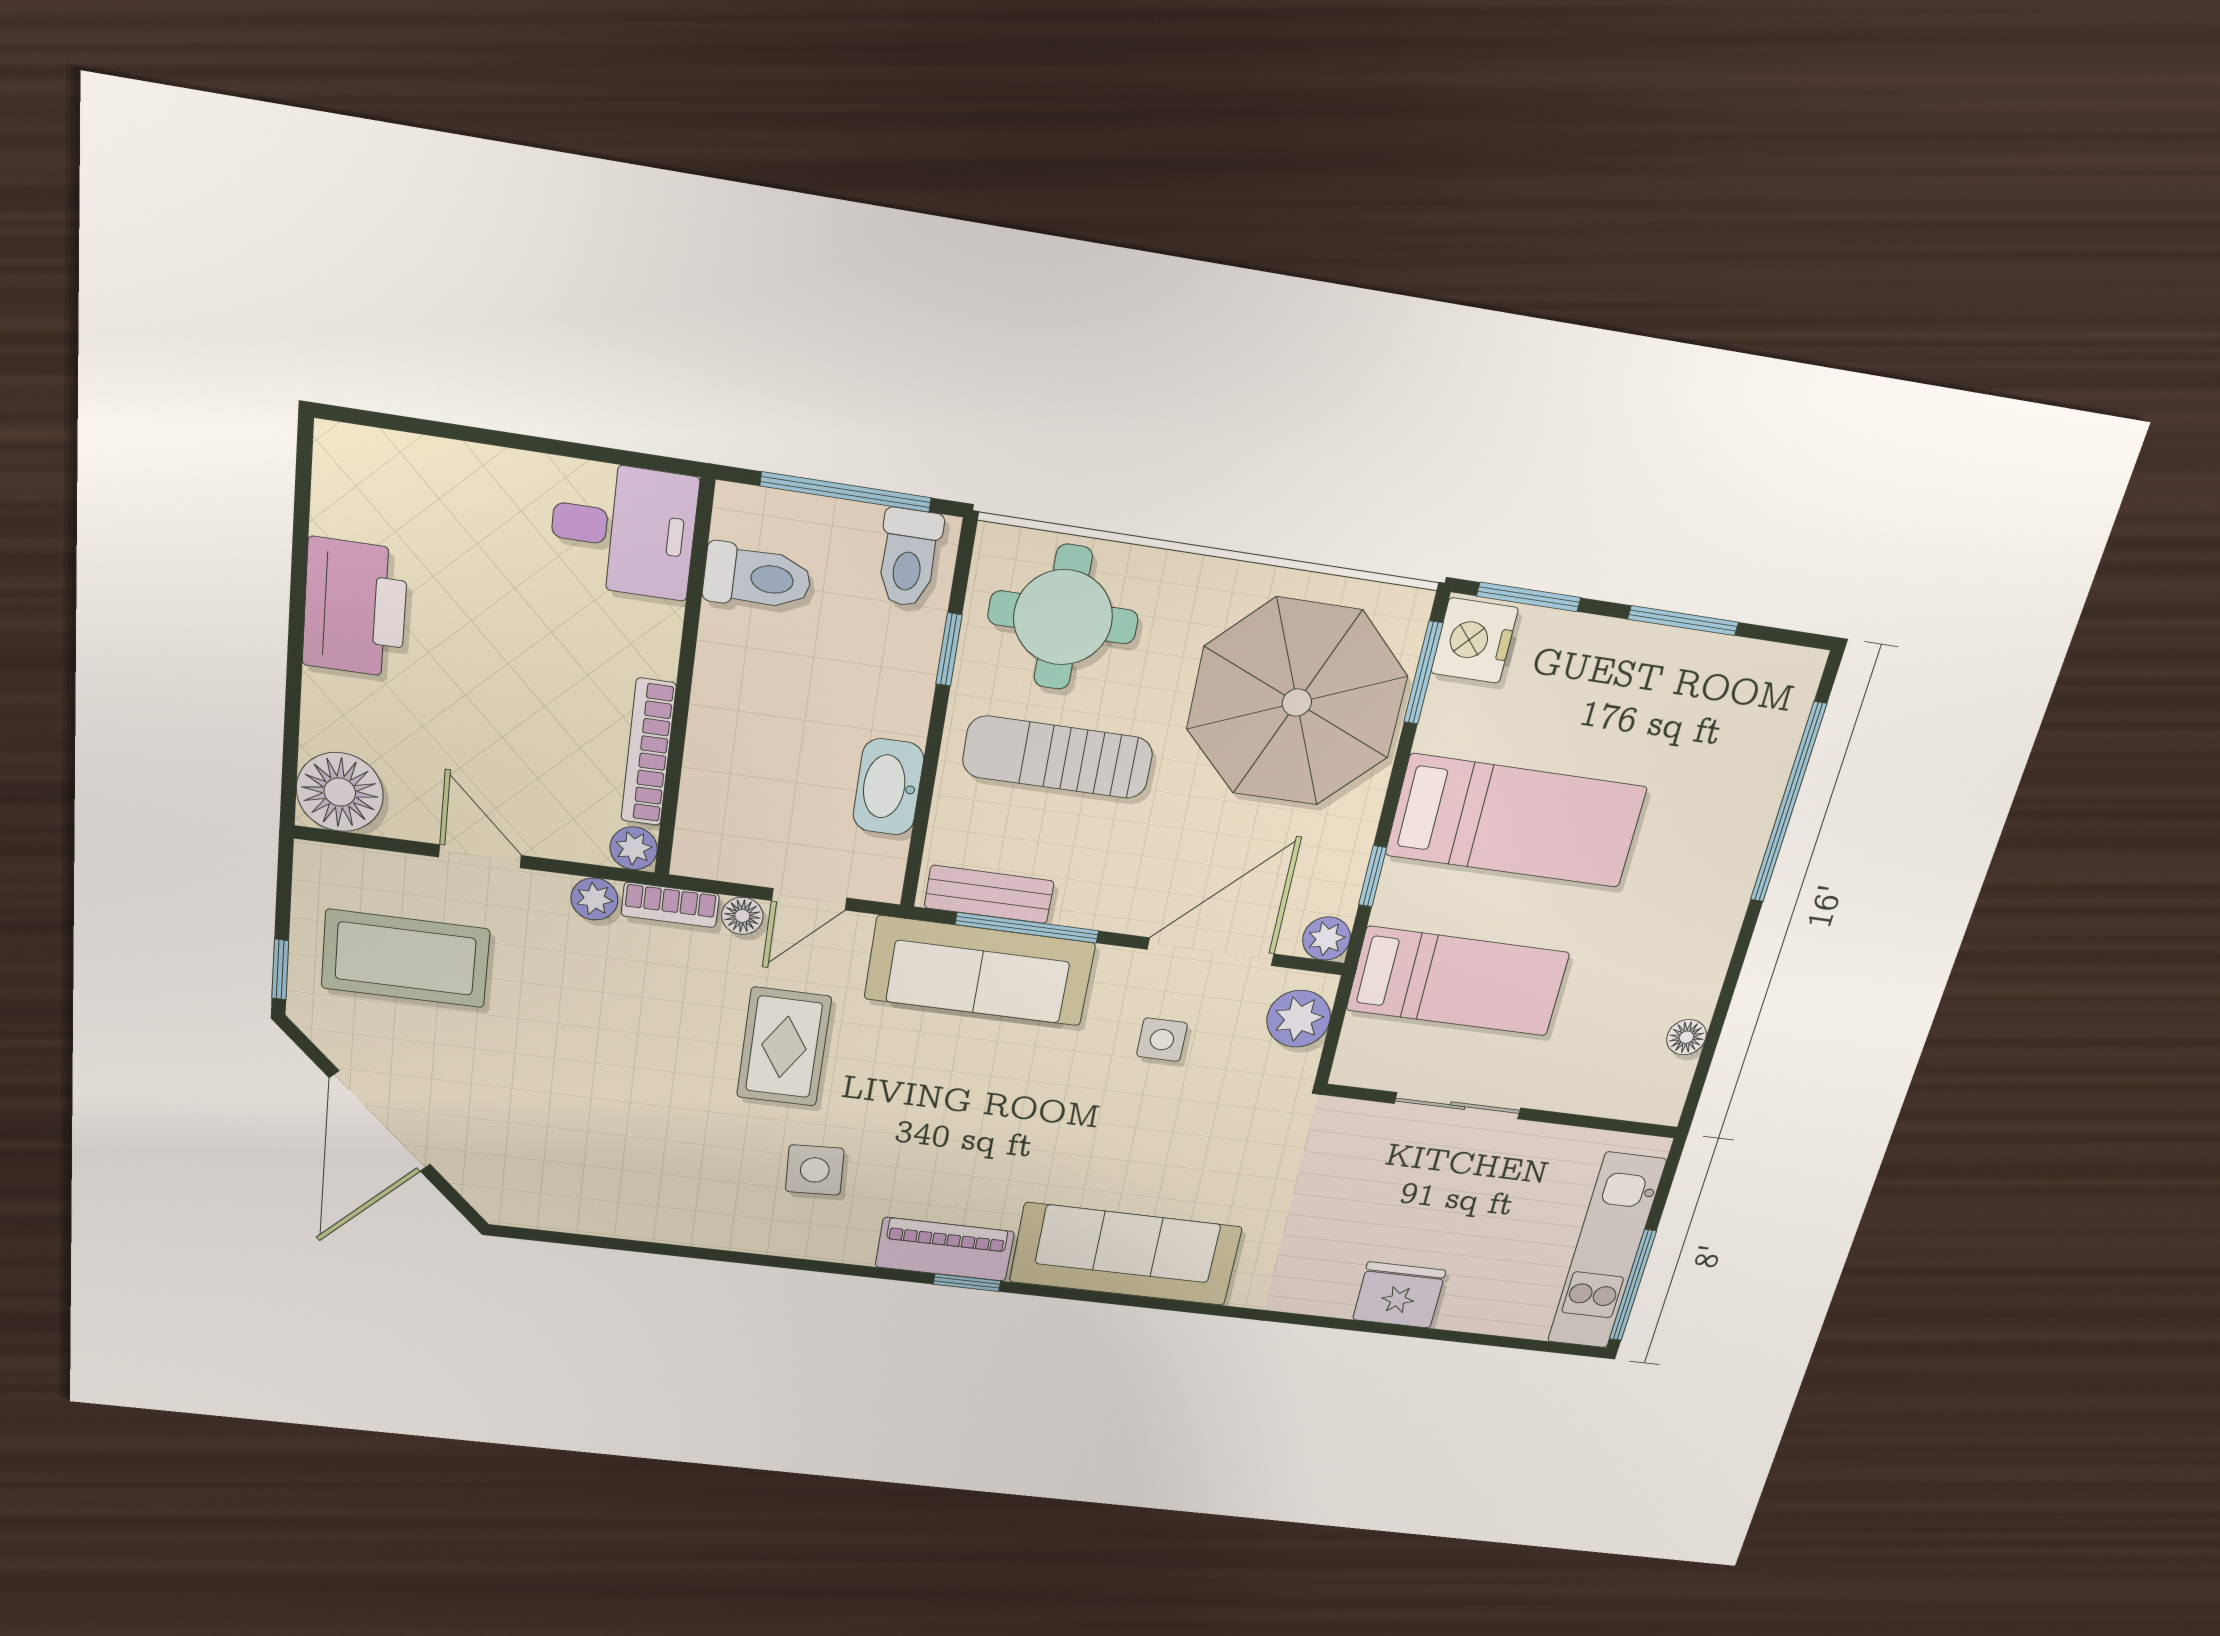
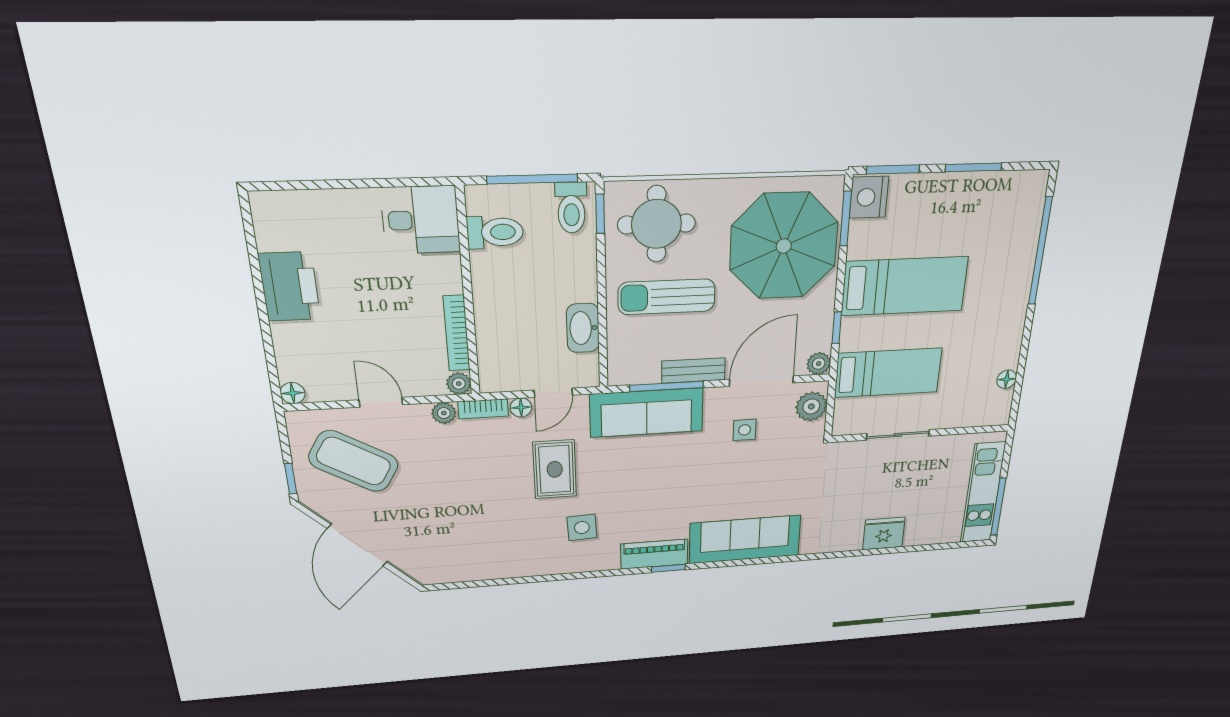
window: (949, 649) -> (600, 214), moved
floor lamp: (340, 792) -> (293, 393), width x0.53, depth x0.53
bench: (989, 894) -> (694, 371), moved
coffee table: (406, 959) -> (354, 461), turned 31

